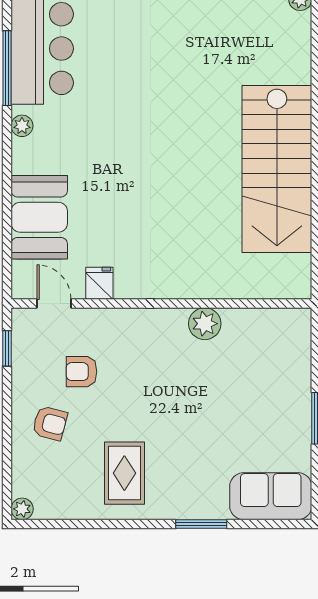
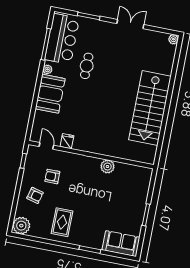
cafe table: (111, 100) -> (87, 66), added
booth: (39, 217) -> (50, 94), moved
plant: (22, 509) -> (21, 226), width x1.88, depth x1.88

